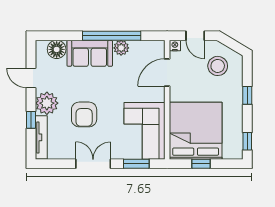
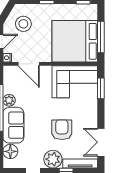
armchair: (84, 114) -> (62, 130), turned -90
double door: (93, 164) -> (101, 142), moved
window: (201, 164) -> (101, 37), width x2.17

